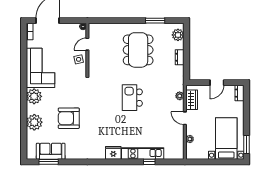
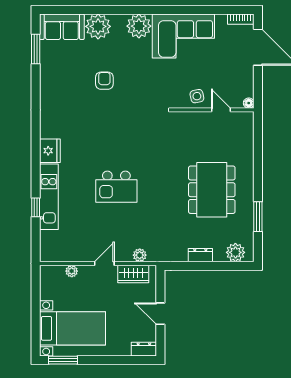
dining table: (138, 50) -> (212, 190), turned 90
kitchen island: (132, 98) -> (116, 187), moved, turned 180
armchair: (69, 118) -> (104, 81), width x0.53, depth x0.53
sofa: (51, 151) -> (62, 27), moved, turned 90

